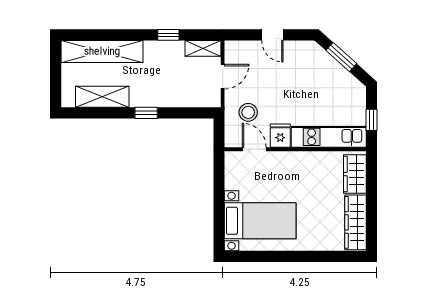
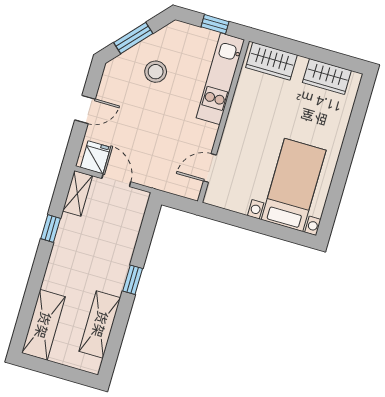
shelving: (102, 51) -> (43, 325), width x0.68
stool: (248, 112) -> (156, 72), moved
fridge: (280, 136) -> (95, 157), moved, turned 90
wardrobe: (355, 222) -> (327, 76), width x0.67

